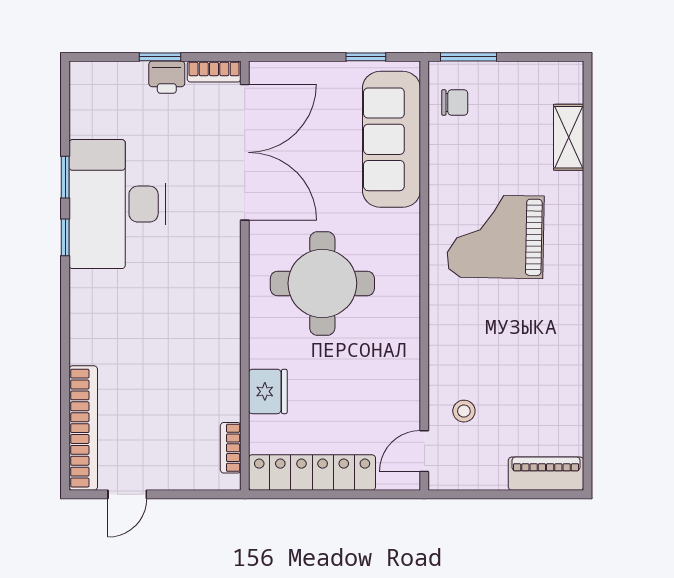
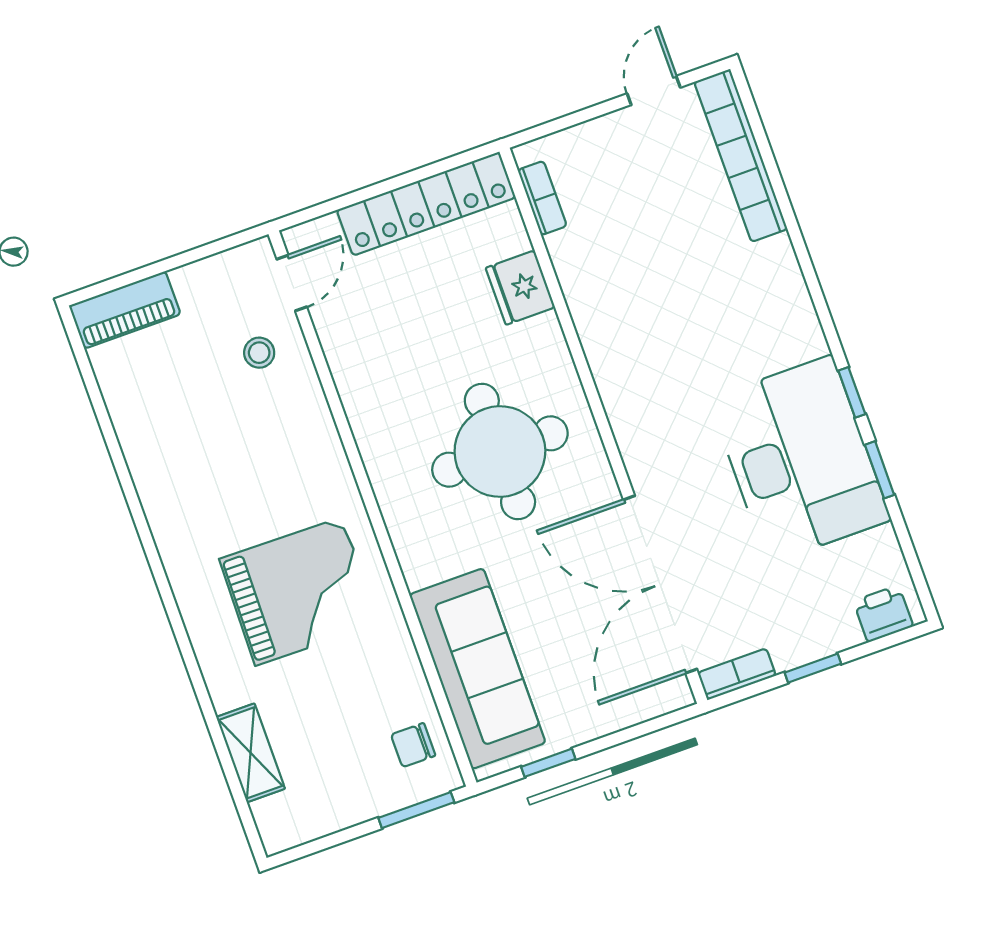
printer: (167, 77) -> (883, 614), moved

